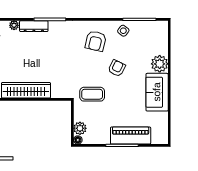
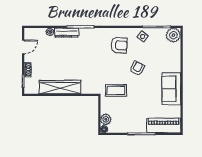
armchair: (96, 41) -> (119, 45), turned -99
plant: (160, 64) -> (173, 35), moved
piano: (131, 136) -> (164, 126), moved

